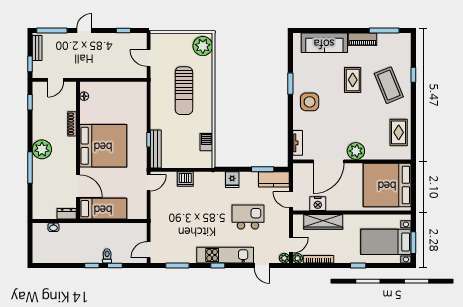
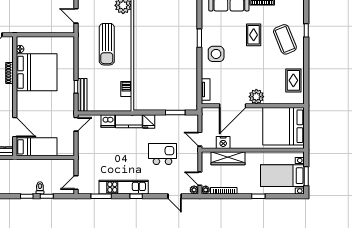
bed: (103, 146) -> (37, 72), moved
kitchen counter: (274, 179) -> (129, 121), moved
door: (291, 245) -> (200, 179), swing flipped
kitchen unit: (225, 255) -> (124, 187), moved

